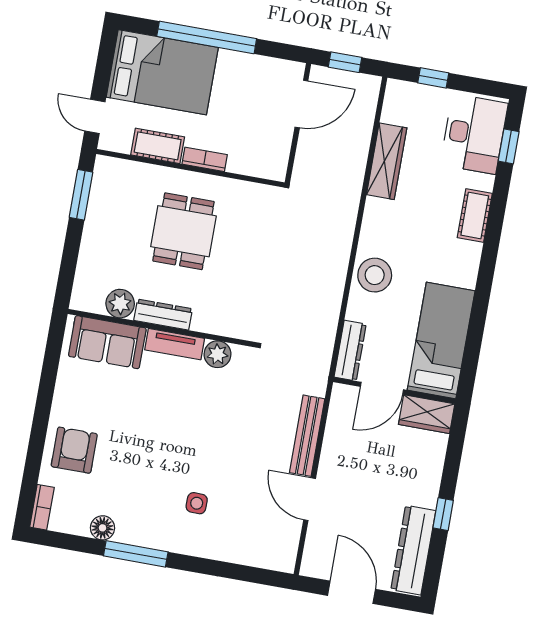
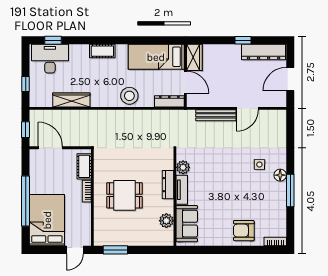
cot: (158, 146) -> (84, 166), moved
cot: (475, 216) -> (102, 51), moved
dresser: (163, 315) -> (168, 185), moved
floor lamp: (102, 528) -> (280, 175), moved

